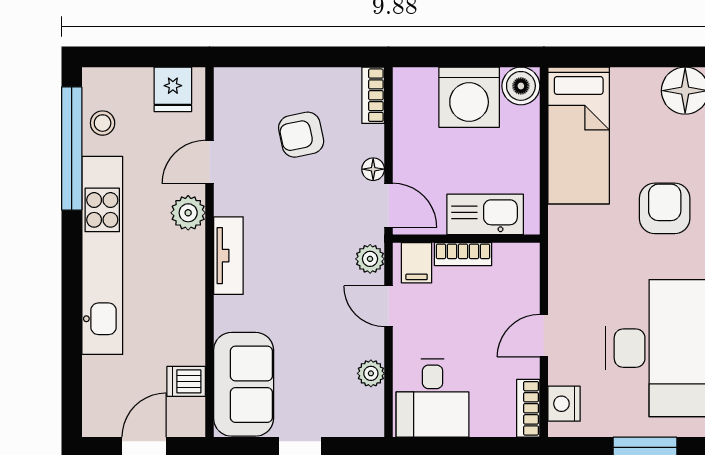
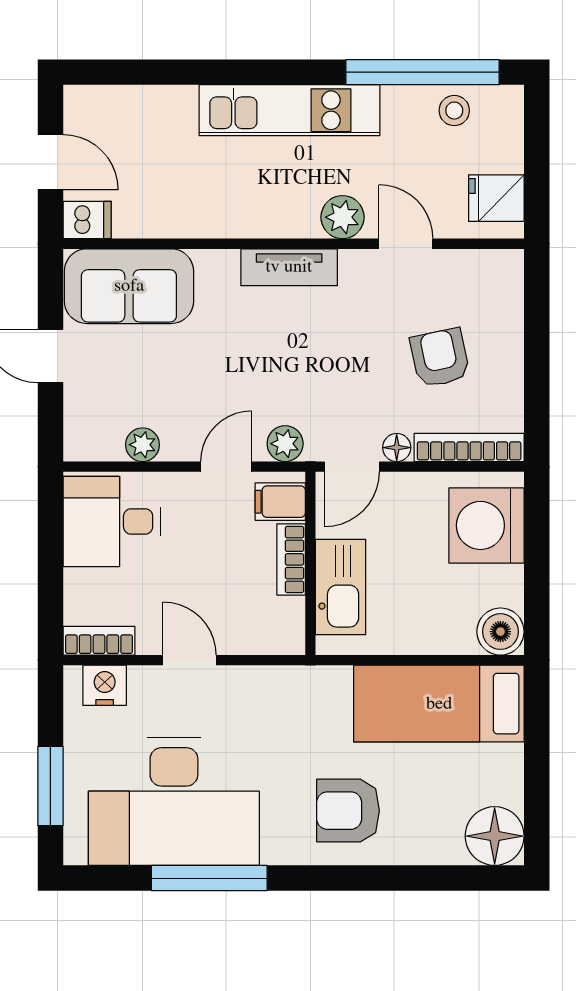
bookcase: (373, 95) -> (469, 448), width x1.56
washing machine: (469, 97) -> (486, 525), moved
armchair: (665, 208) -> (348, 811), turned 180
kitchen unit: (102, 255) -> (289, 110), width x0.73
dishwasher: (186, 381) -> (87, 220), moved, turned 90

